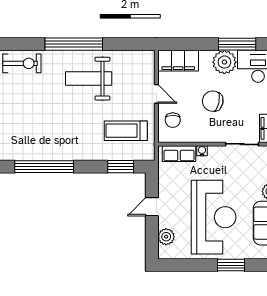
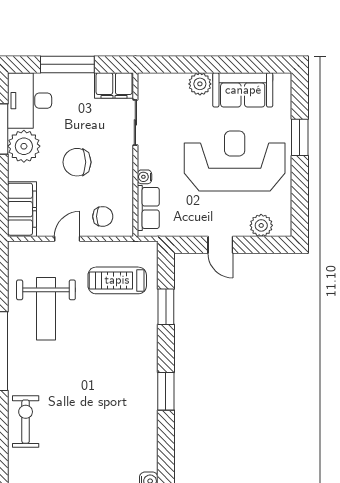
weight bench: (89, 79) -> (46, 309), moved
chair: (213, 101) -> (77, 162), turned 77
treadmill: (126, 131) -> (117, 280), turned 90
window: (44, 167) -> (166, 391), width x0.47
window: (121, 167) -> (166, 307), moved

